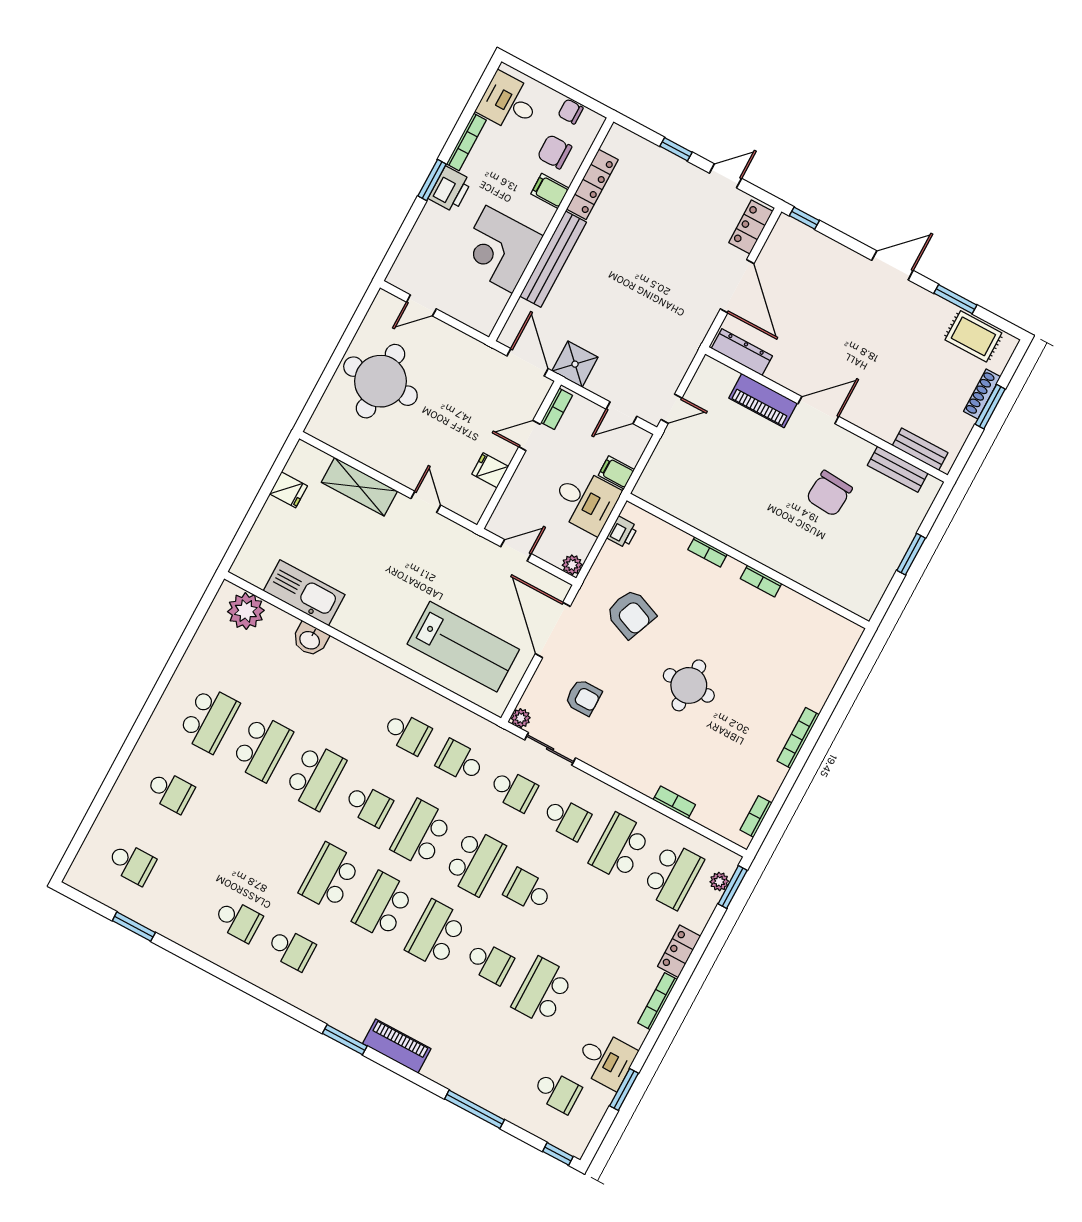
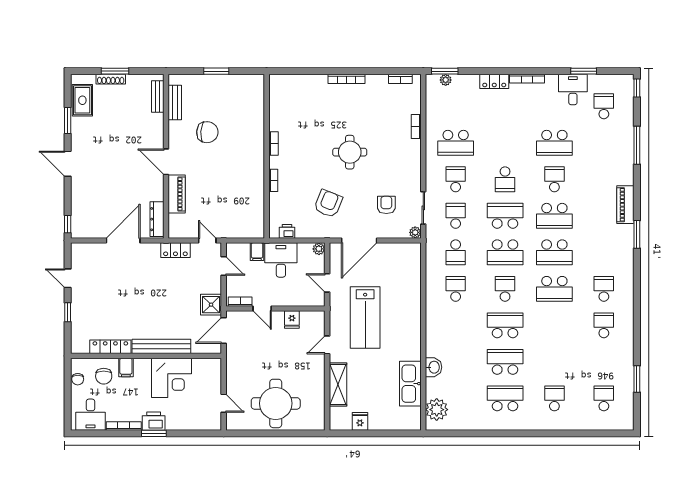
locker: (751, 227) -> (175, 250), moved
lab bench: (463, 647) -> (365, 317), moved, turned 180
school desk: (673, 875) -> (456, 106), removed

